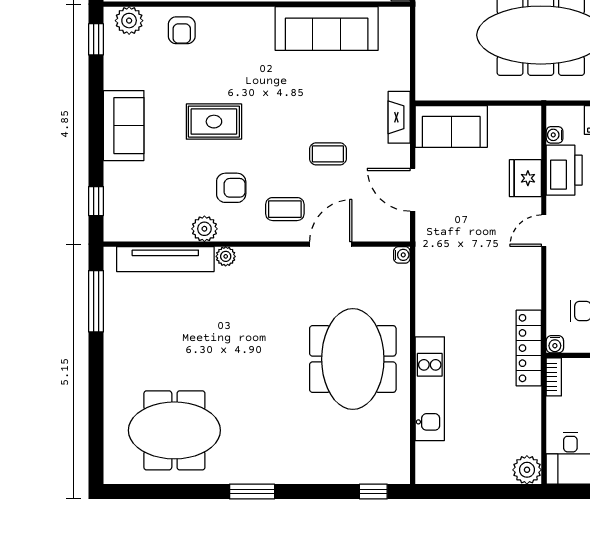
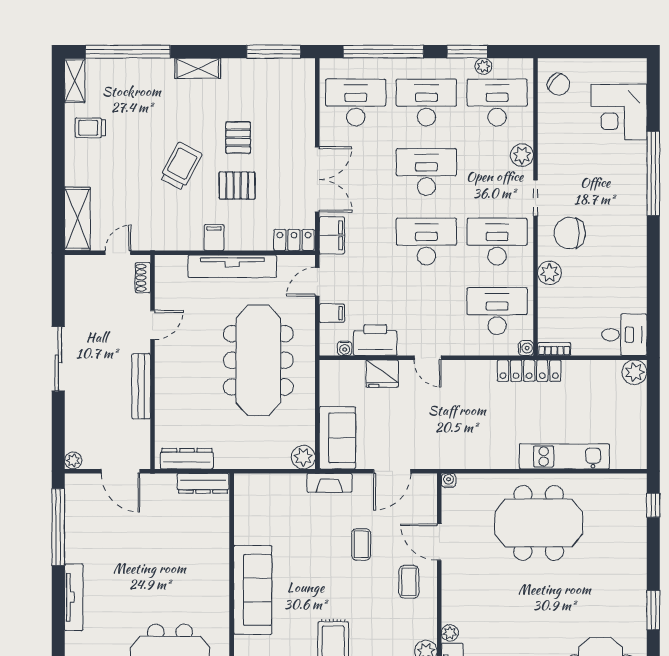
sofa: (327, 29) -> (253, 590), moved
plant: (429, 87) -> (303, 457), added
armchair: (231, 188) -> (391, 628), removed

